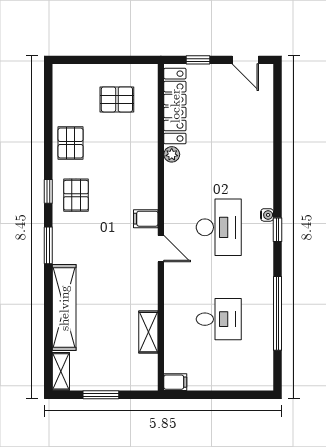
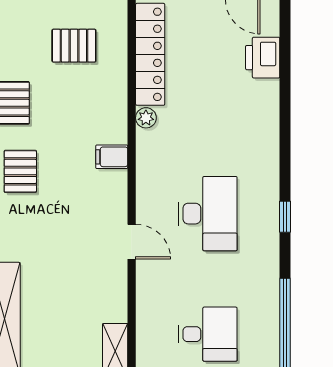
printer: (261, 109) -> (263, 58), added
water cooler: (267, 215) -> (271, 197), removed
filing cabinet: (146, 219) -> (112, 157), moved

